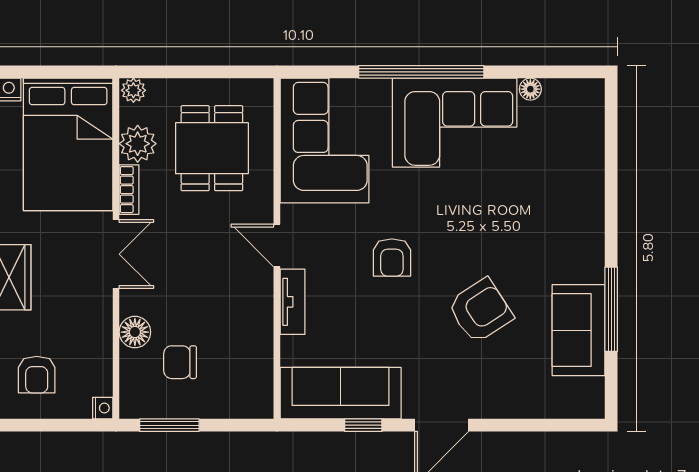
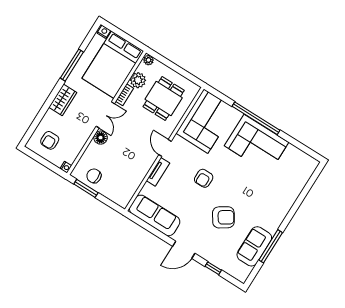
floor lamp: (530, 89) -> (291, 149), removed
floor lamp: (135, 332) -> (101, 138), moved
chair: (180, 362) -> (94, 176), moved
window: (363, 425) -> (213, 268), moved

